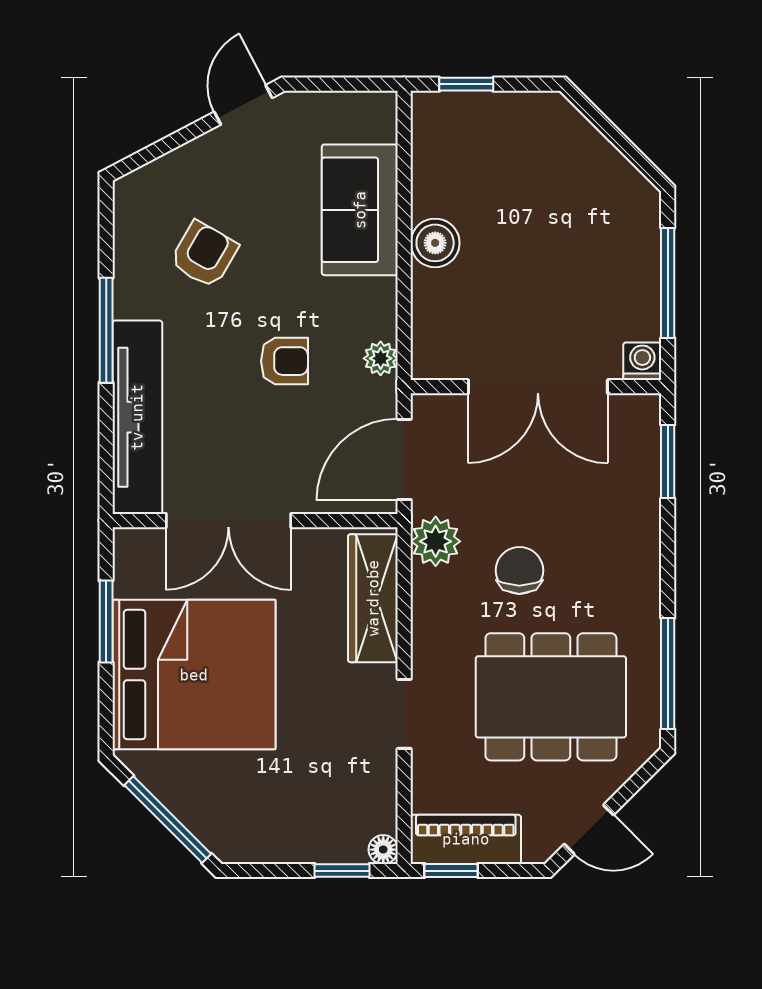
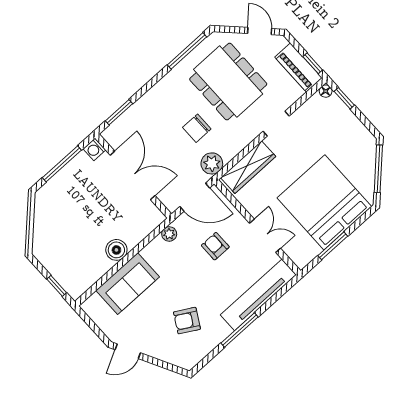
armchair: (285, 361) -> (215, 246), moved
double door: (228, 521) -> (265, 236), width x0.73

